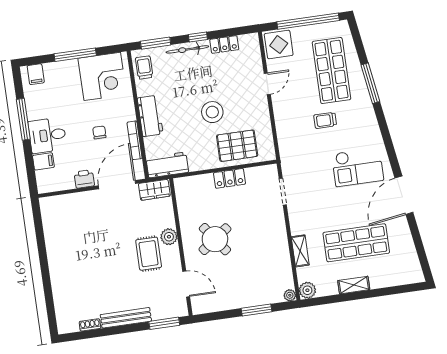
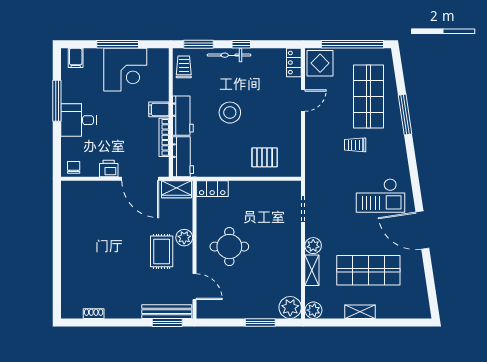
locker: (224, 44) -> (294, 63), moved, turned 90
corner desk: (102, 76) -> (125, 70), moved
stool: (212, 112) -> (230, 113), moved
chair: (99, 132) -> (74, 167), moved
pallet: (237, 146) -> (265, 157), width x0.67, depth x0.71
filing cabinet: (43, 161) -> (159, 109), moved, turned 180
workbench: (167, 165) -> (183, 157), moved, turned 90
locker: (229, 178) -> (212, 189), moved
door: (117, 185) -> (140, 179), swing flipped
door: (404, 195) -> (422, 230), hinge flipped
plant: (298, 226) -> (313, 246), added
round table: (215, 239) -> (229, 247), turned 36
plant: (290, 295) -> (290, 307), width x1.87, depth x1.87
bench: (126, 318) -> (167, 312), moved

